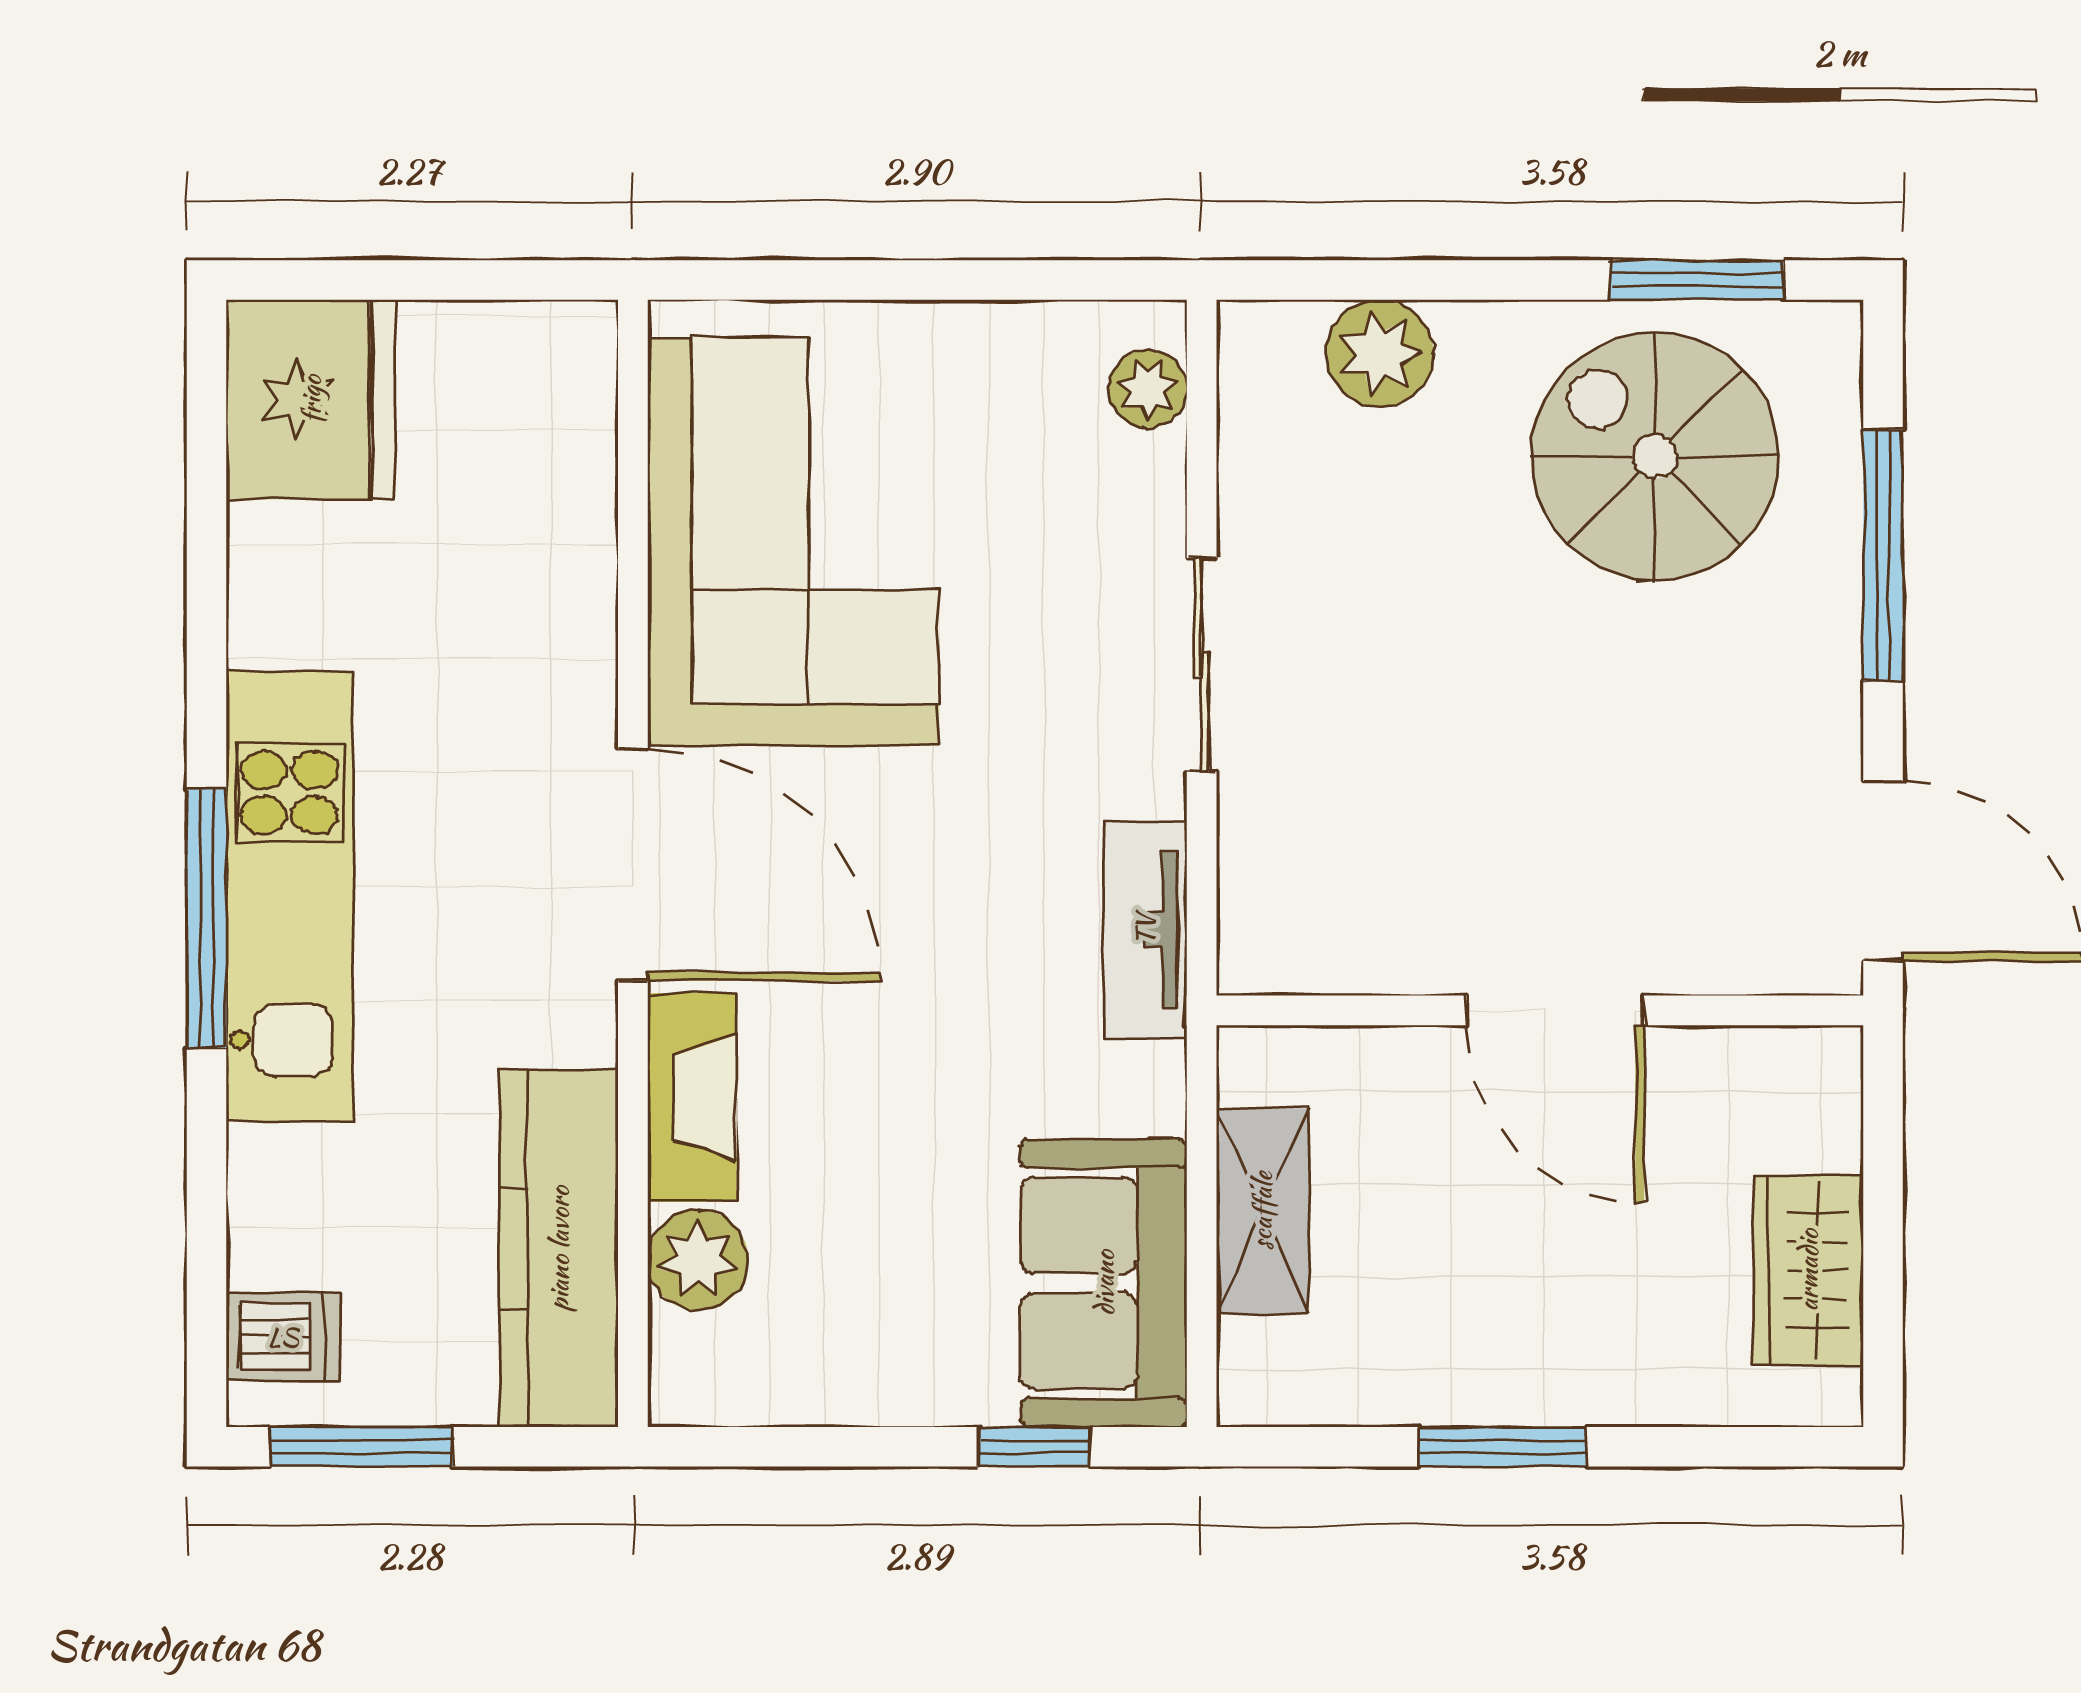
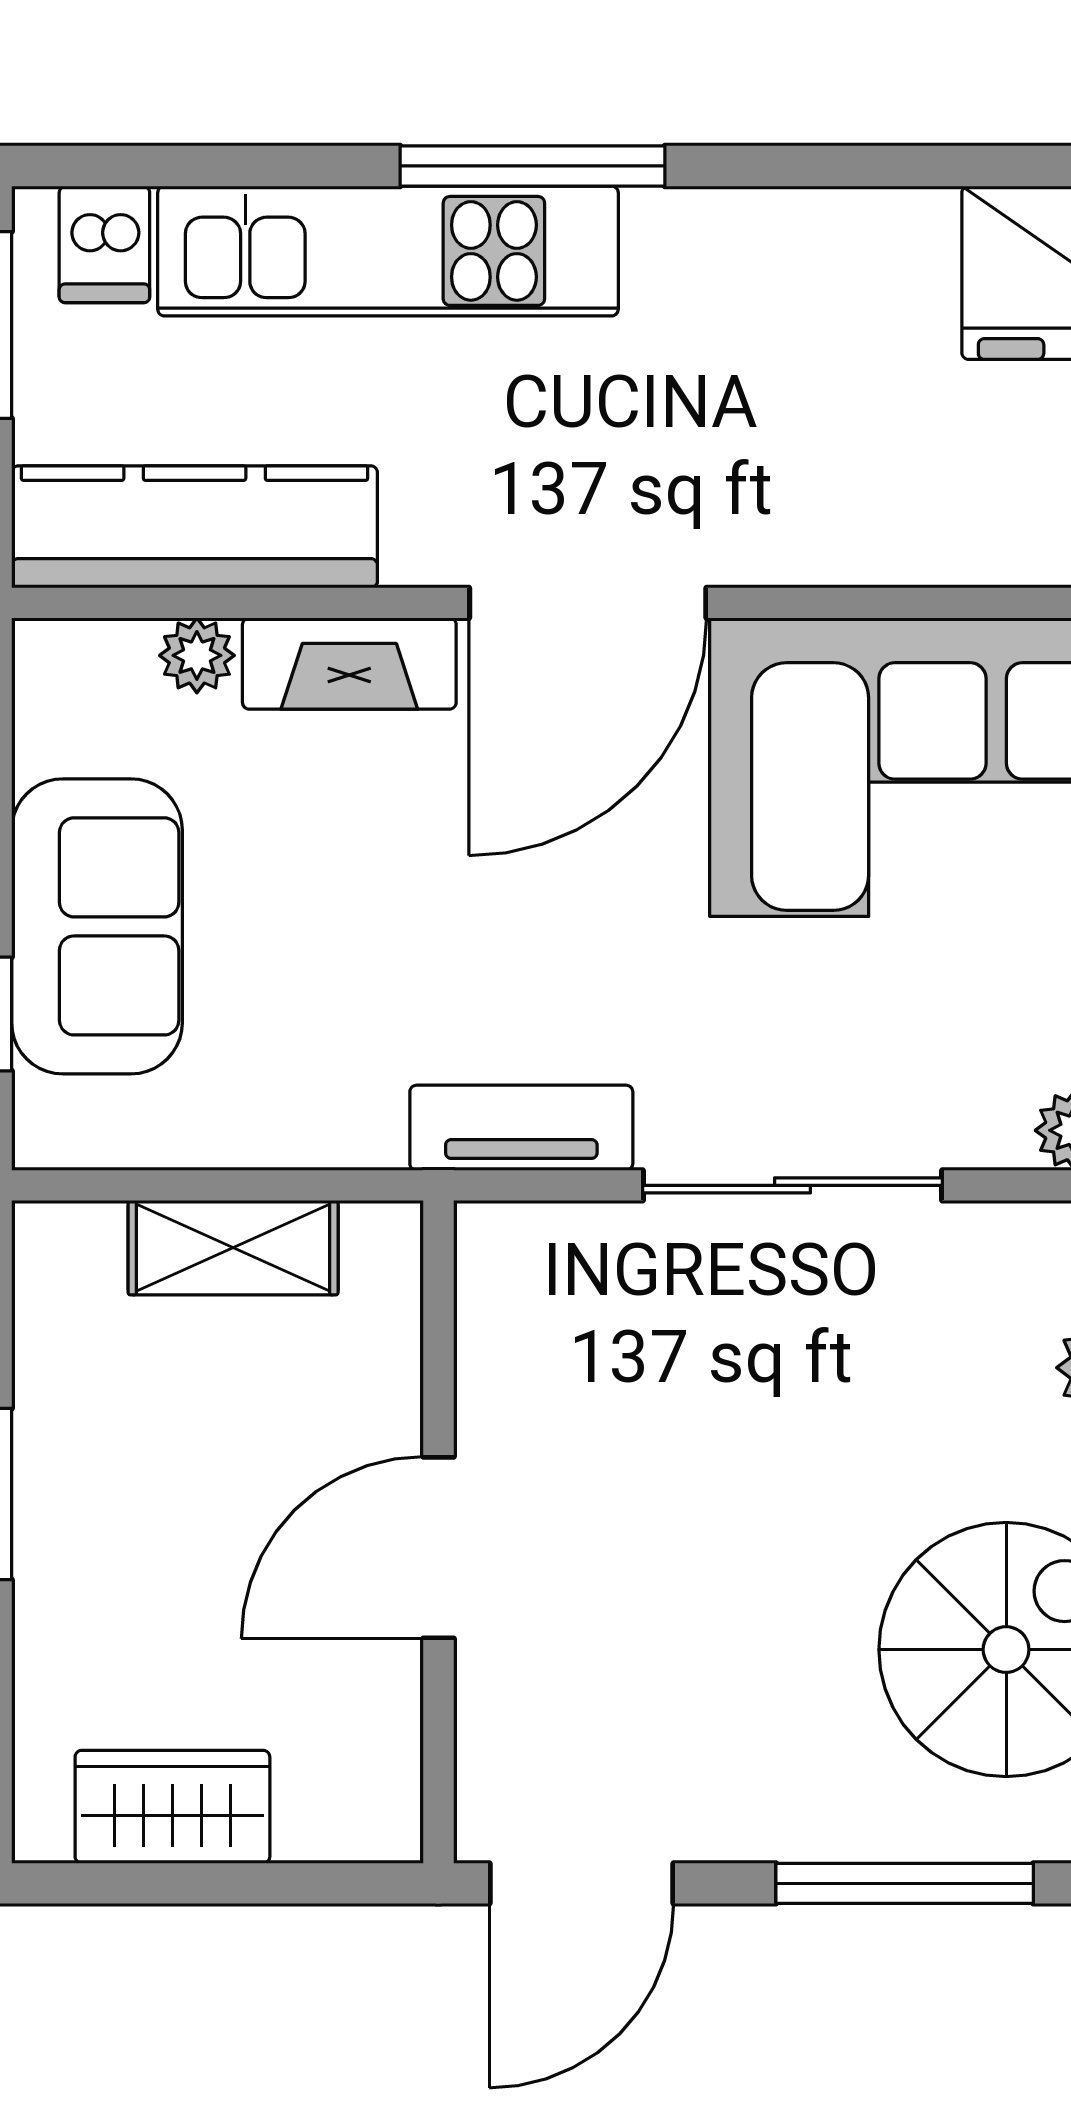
sliding door: (1202, 665) -> (792, 1185), width x1.37
kitchen unit: (289, 896) -> (388, 251), moved
plant: (698, 1260) -> (197, 655), width x0.73, depth x0.73
sofa: (1104, 1283) -> (97, 926), moved, turned 90

